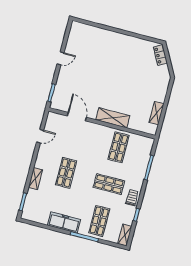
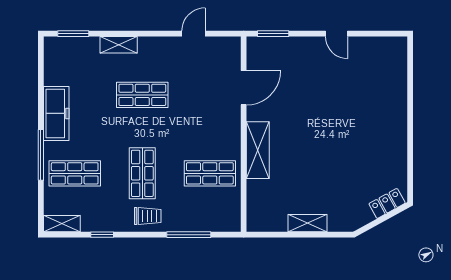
shelving: (157, 113) -> (307, 223), moved
door: (40, 136) -> (194, 34), swing flipped
trolley: (132, 198) -> (148, 216), moved

